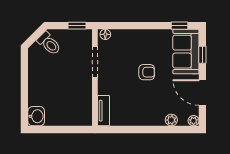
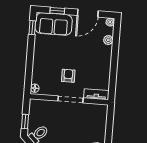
window: (77, 26) -> (25, 121), moved
doorway: (95, 62) -> (71, 99), moved
armchair: (147, 72) -> (68, 76), moved

